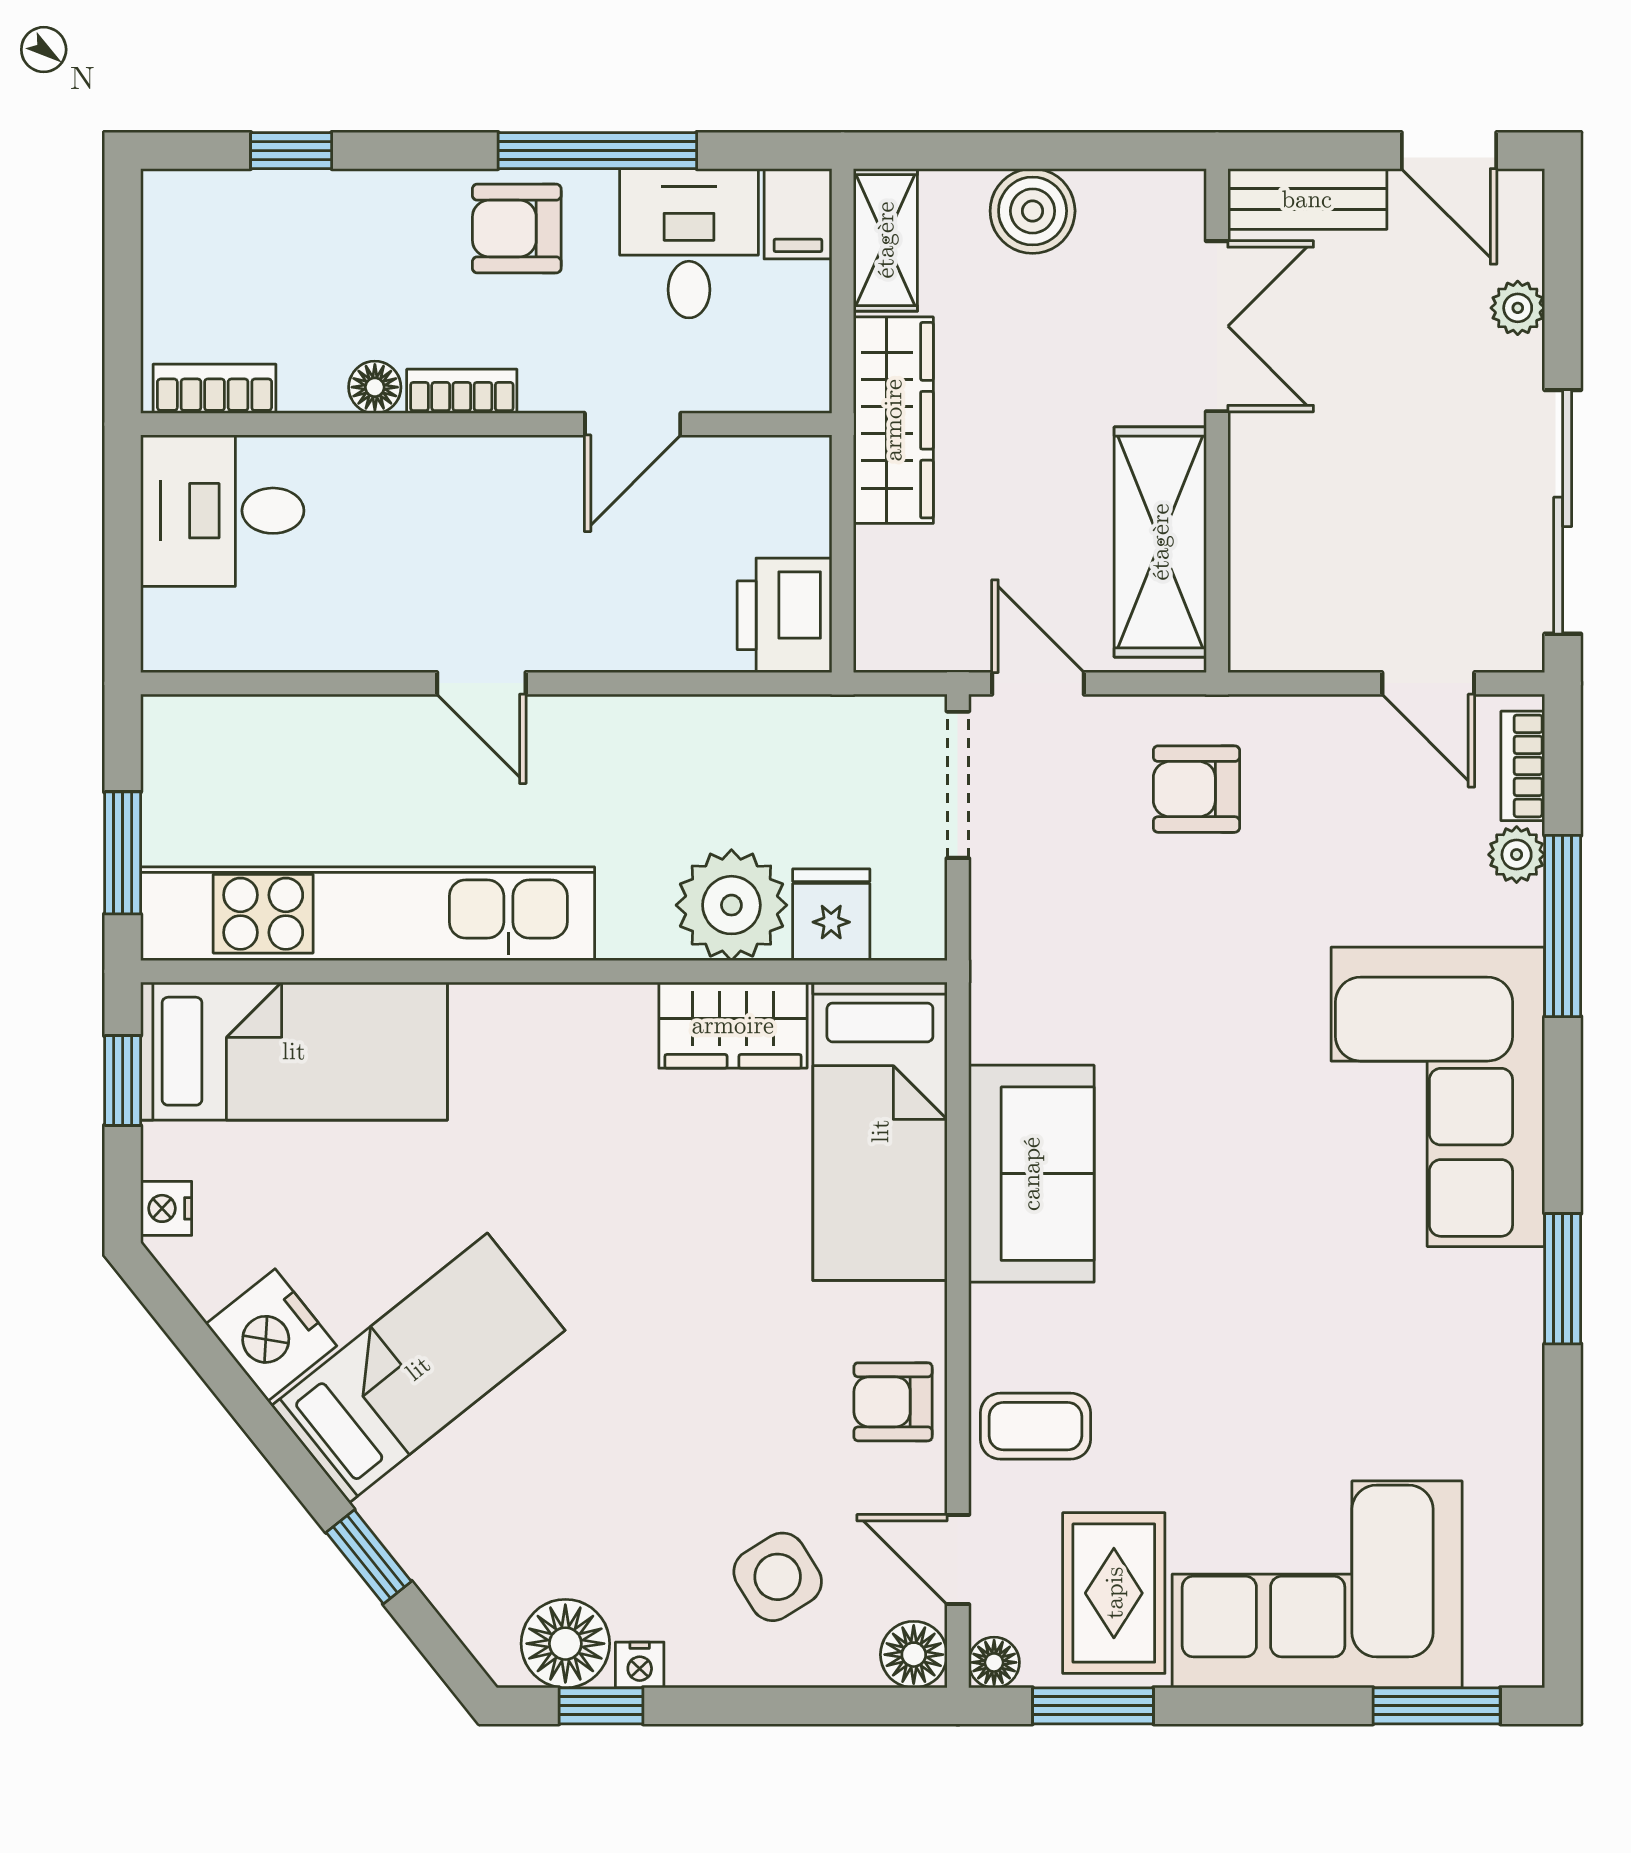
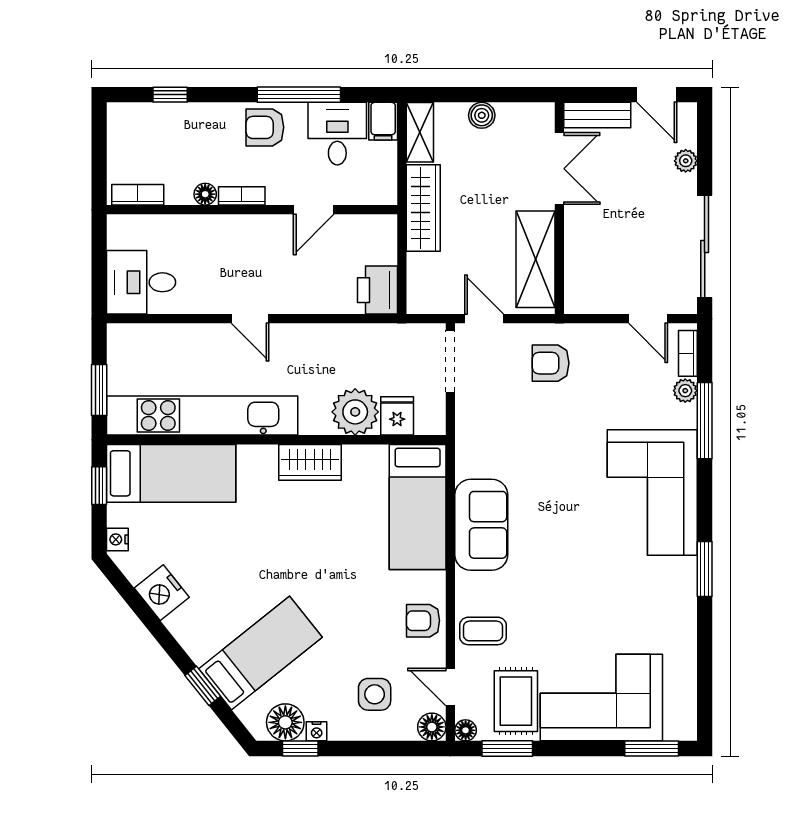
boiler: (1033, 211) -> (482, 115), width x0.73, depth x0.73
desk: (222, 511) -> (141, 282), moved
wardrobe: (733, 1025) -> (310, 462), moved
bed: (418, 1368) -> (261, 653), moved
side table: (778, 1577) -> (375, 694), turned 32

